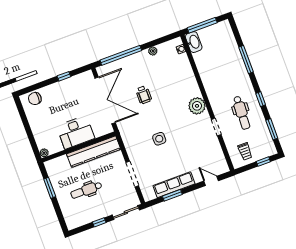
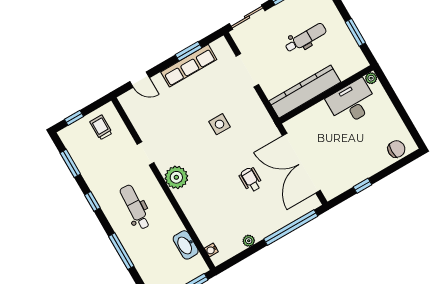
washbasin: (194, 42) -> (186, 245), moved
dental chair: (242, 113) -> (135, 207), moved
desk: (76, 132) -> (352, 103), moved

